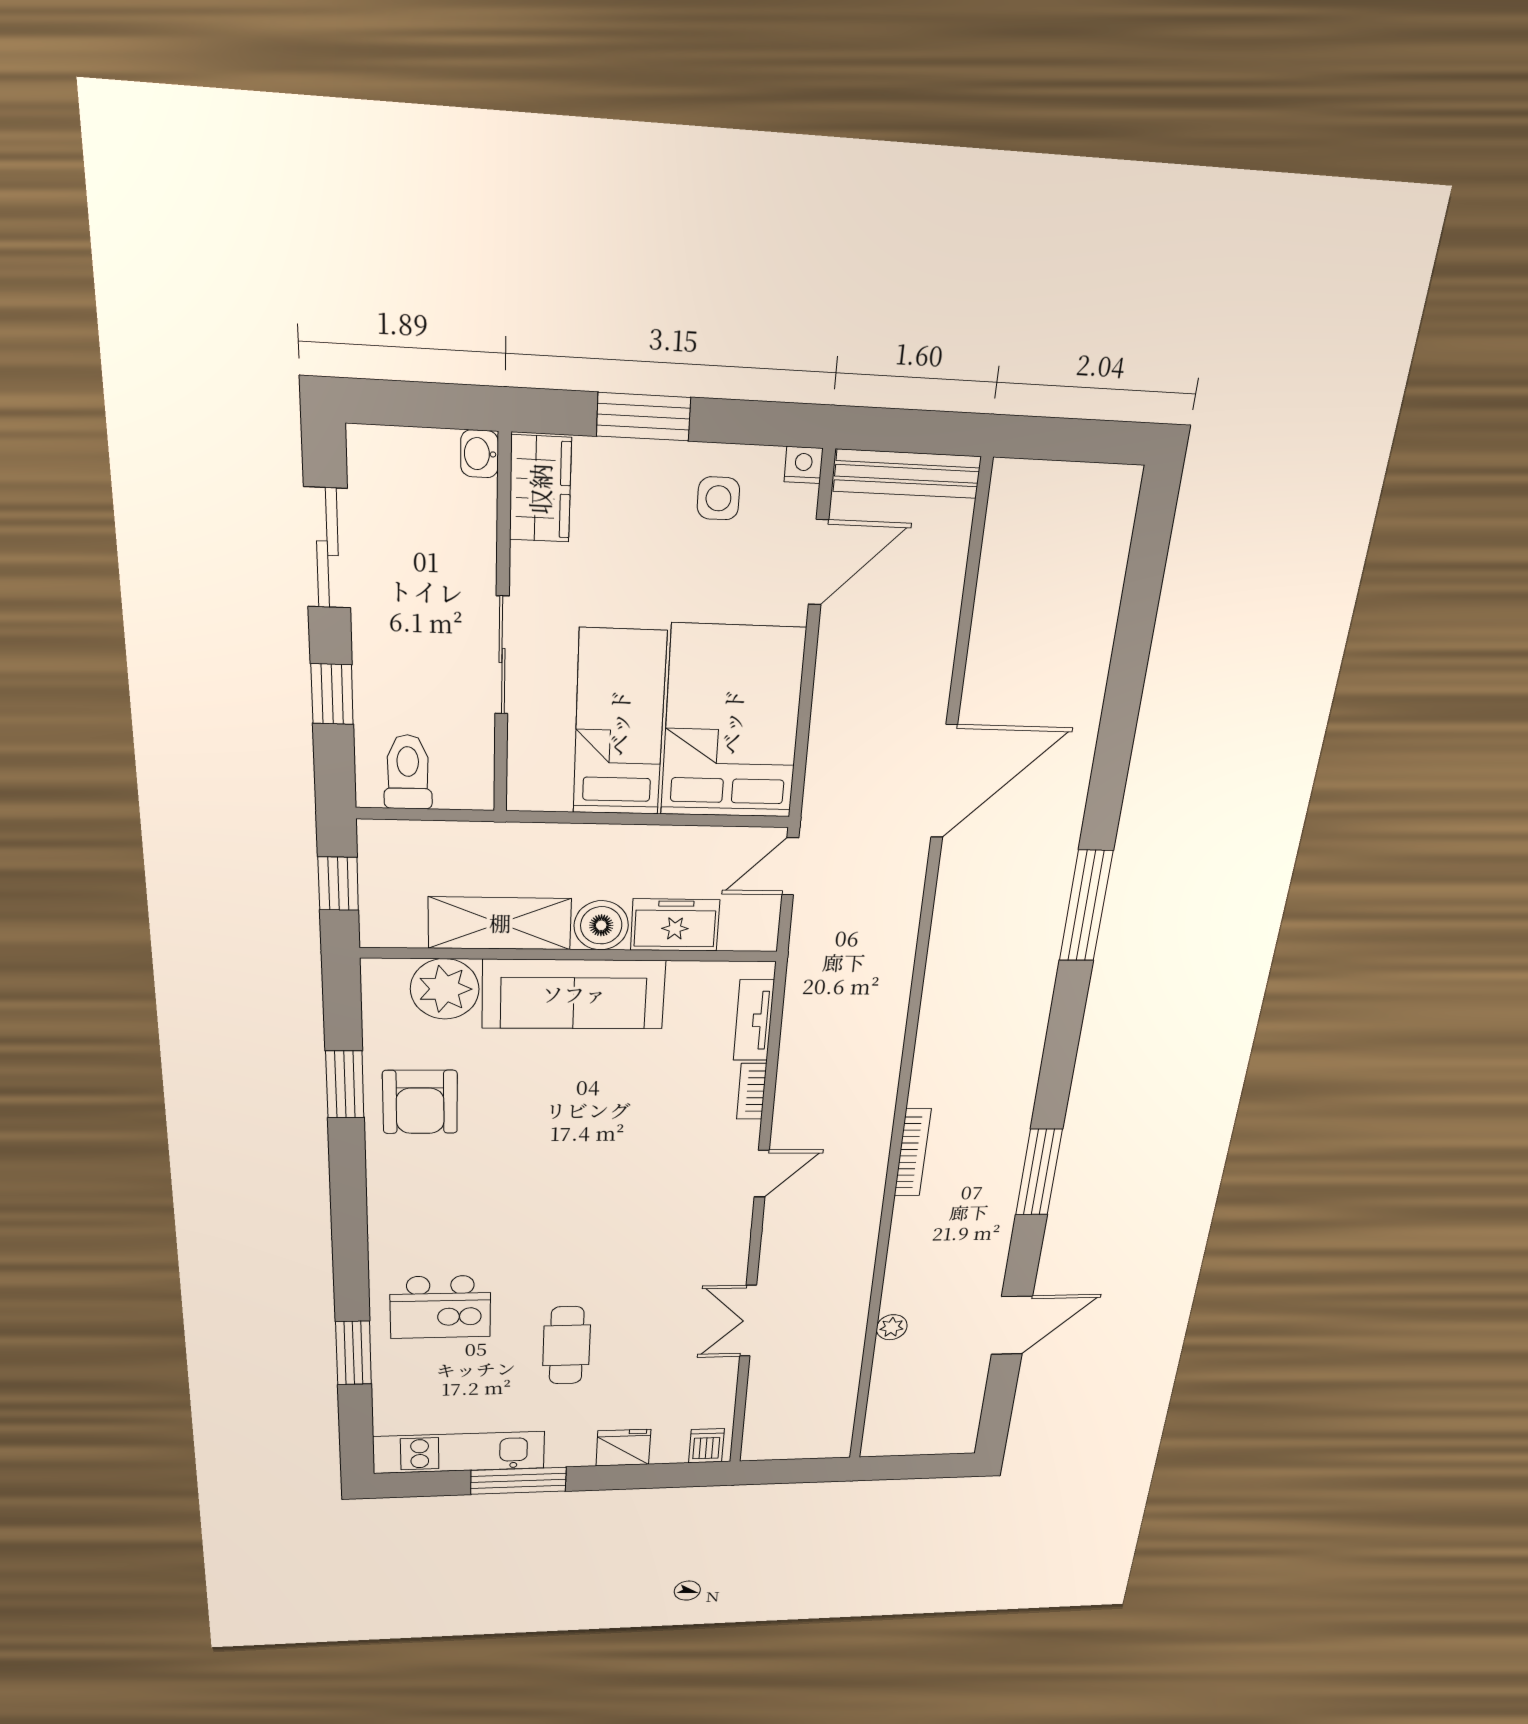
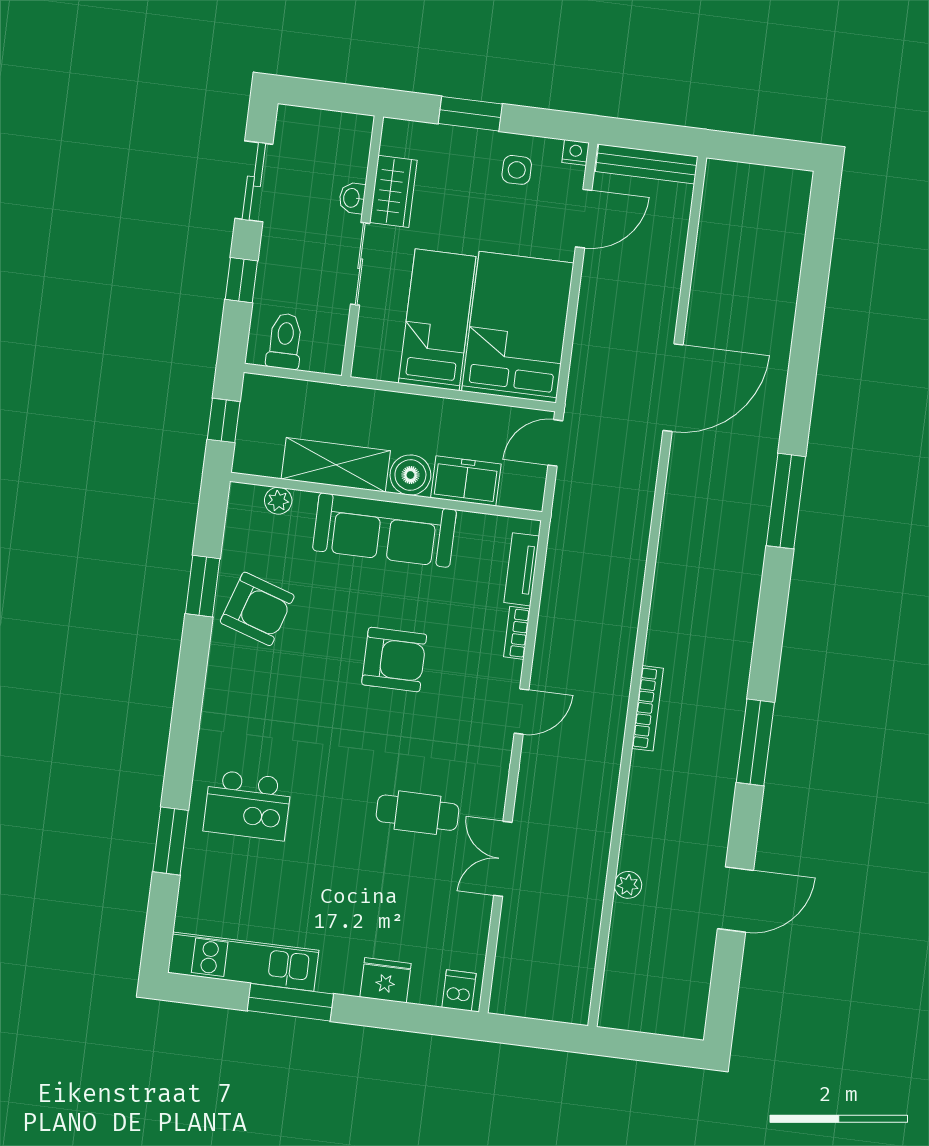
washbasin: (480, 454) -> (352, 198), moved
wardrobe: (540, 489) -> (393, 191), moved
plant: (445, 989) -> (278, 501), width x0.53, depth x0.53
armchair: (420, 1102) -> (257, 609), turned -72
armchair: (601, 1137) -> (394, 660), added
cafe table: (567, 1345) -> (418, 813), moved, turned 90

